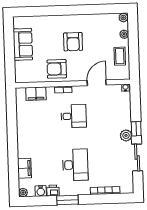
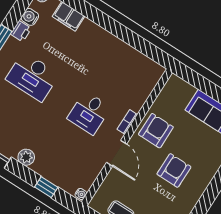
armchair: (73, 42) -> (174, 170), turned 90
door: (97, 83) -> (117, 153), moved
filing cabinet: (36, 94) -> (144, 88), removed
window: (136, 129) -> (46, 187), moved

